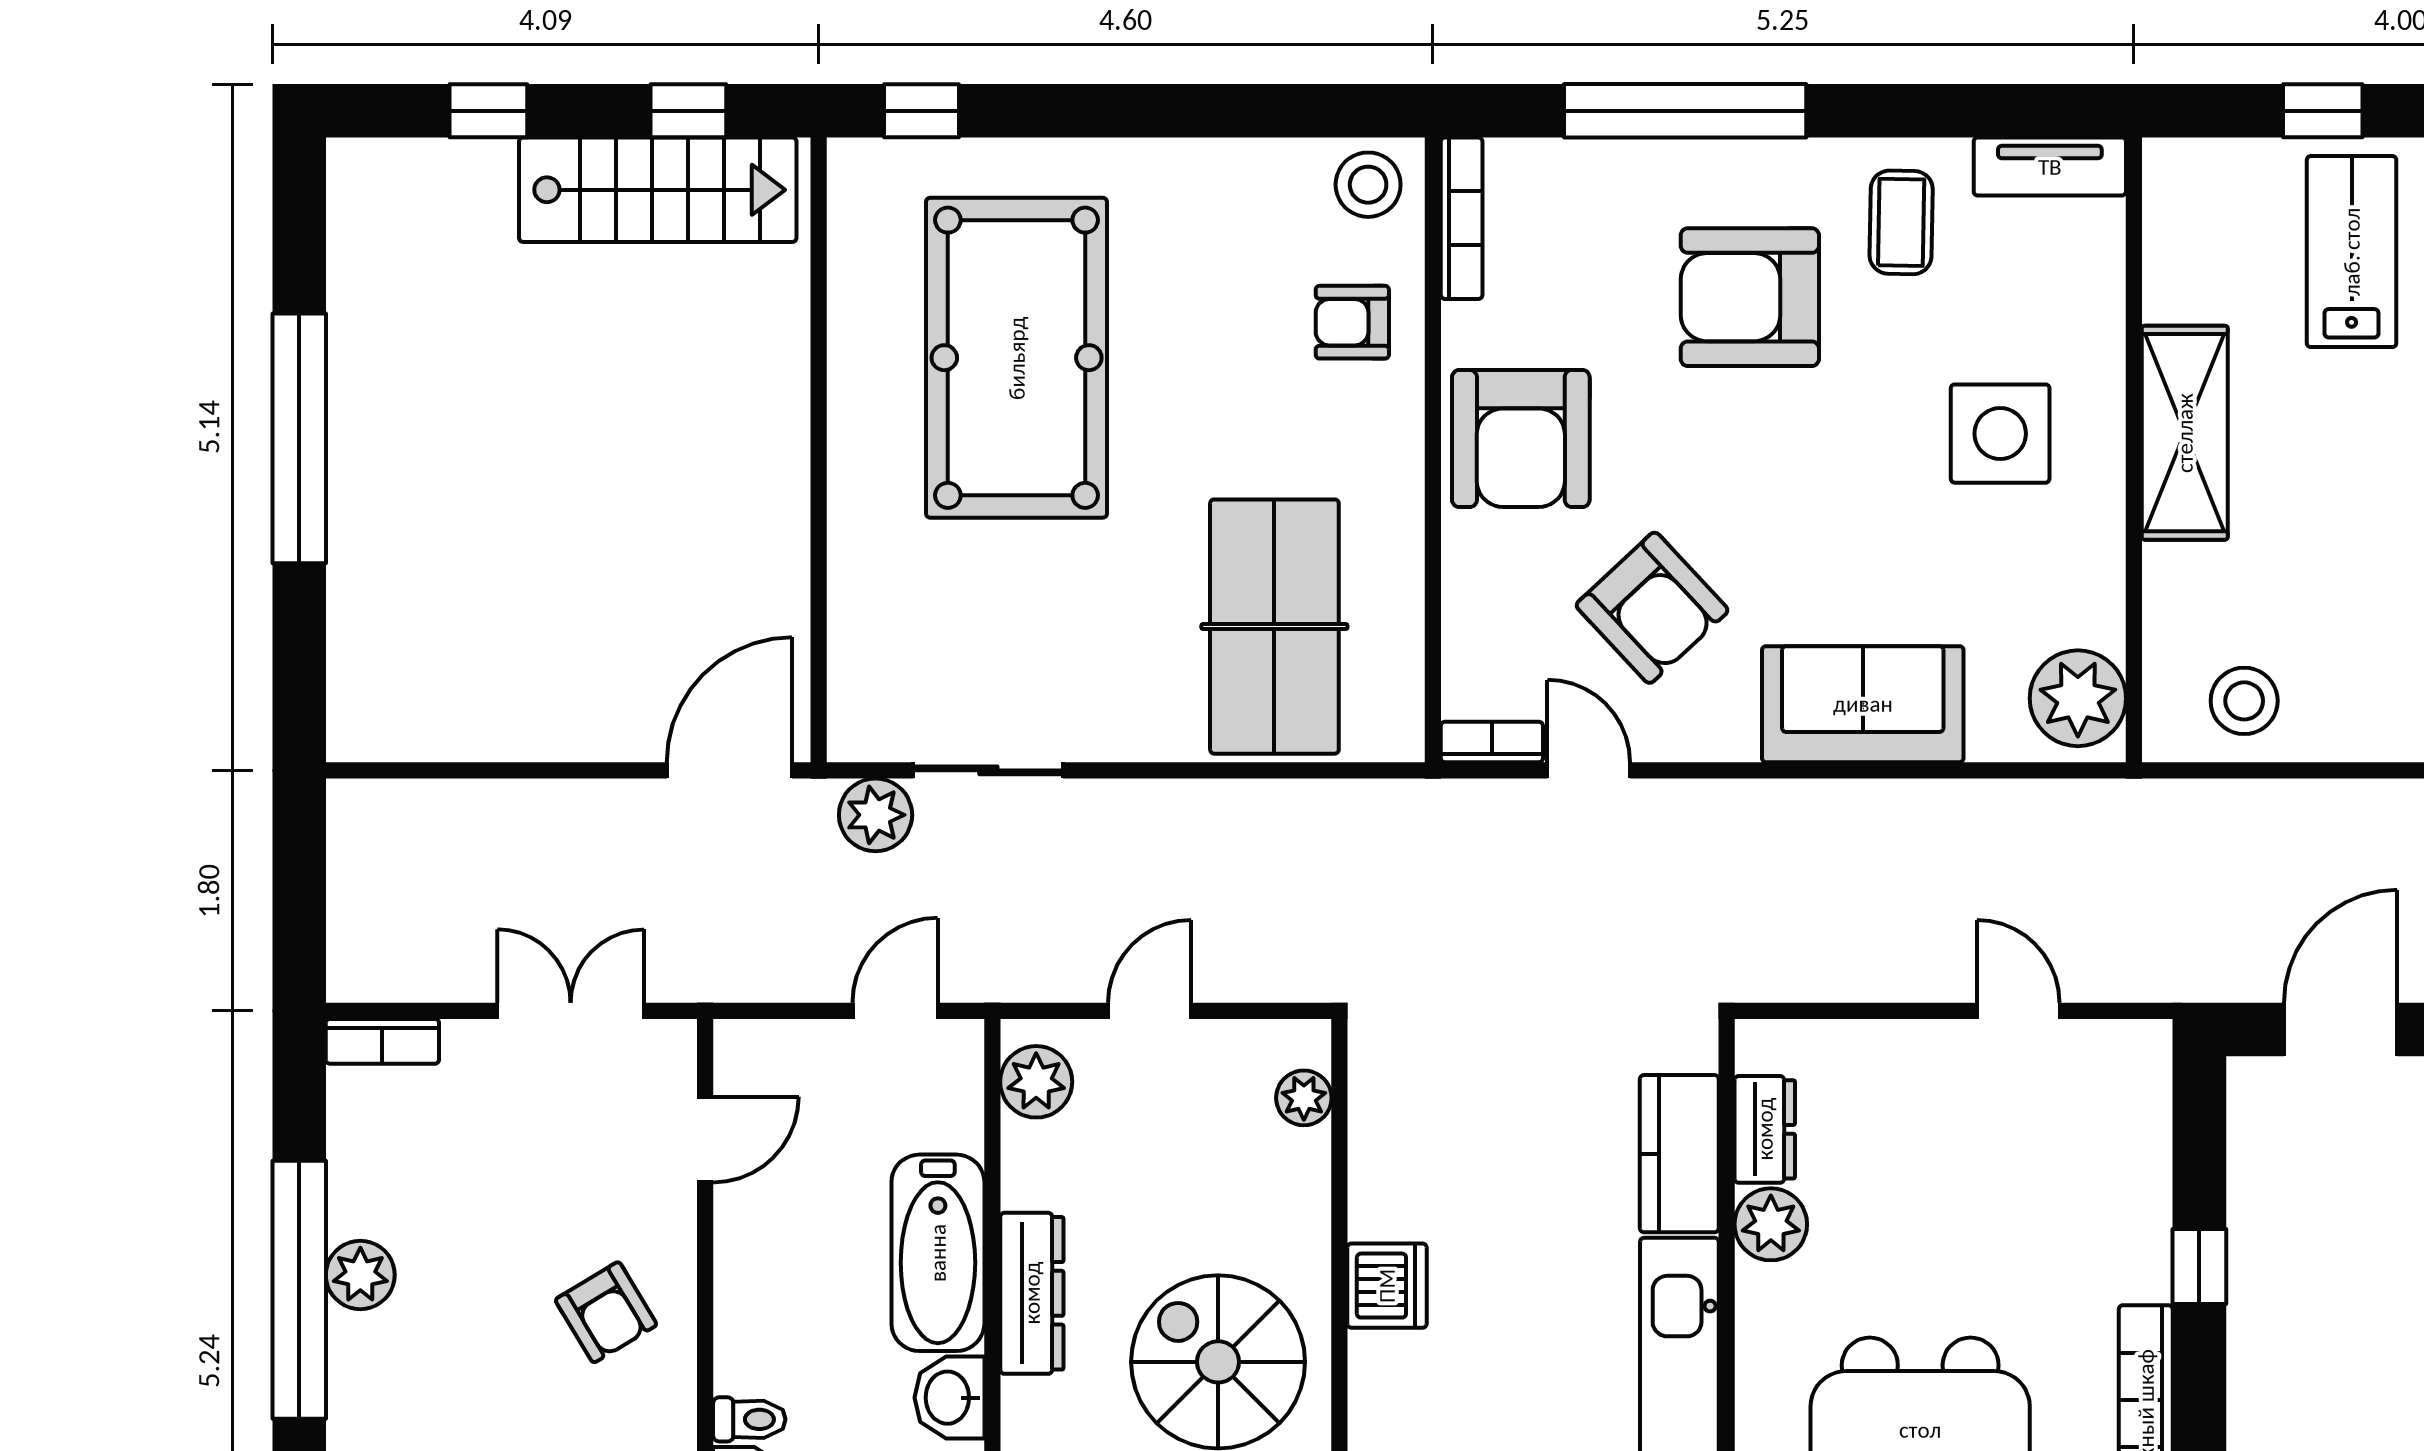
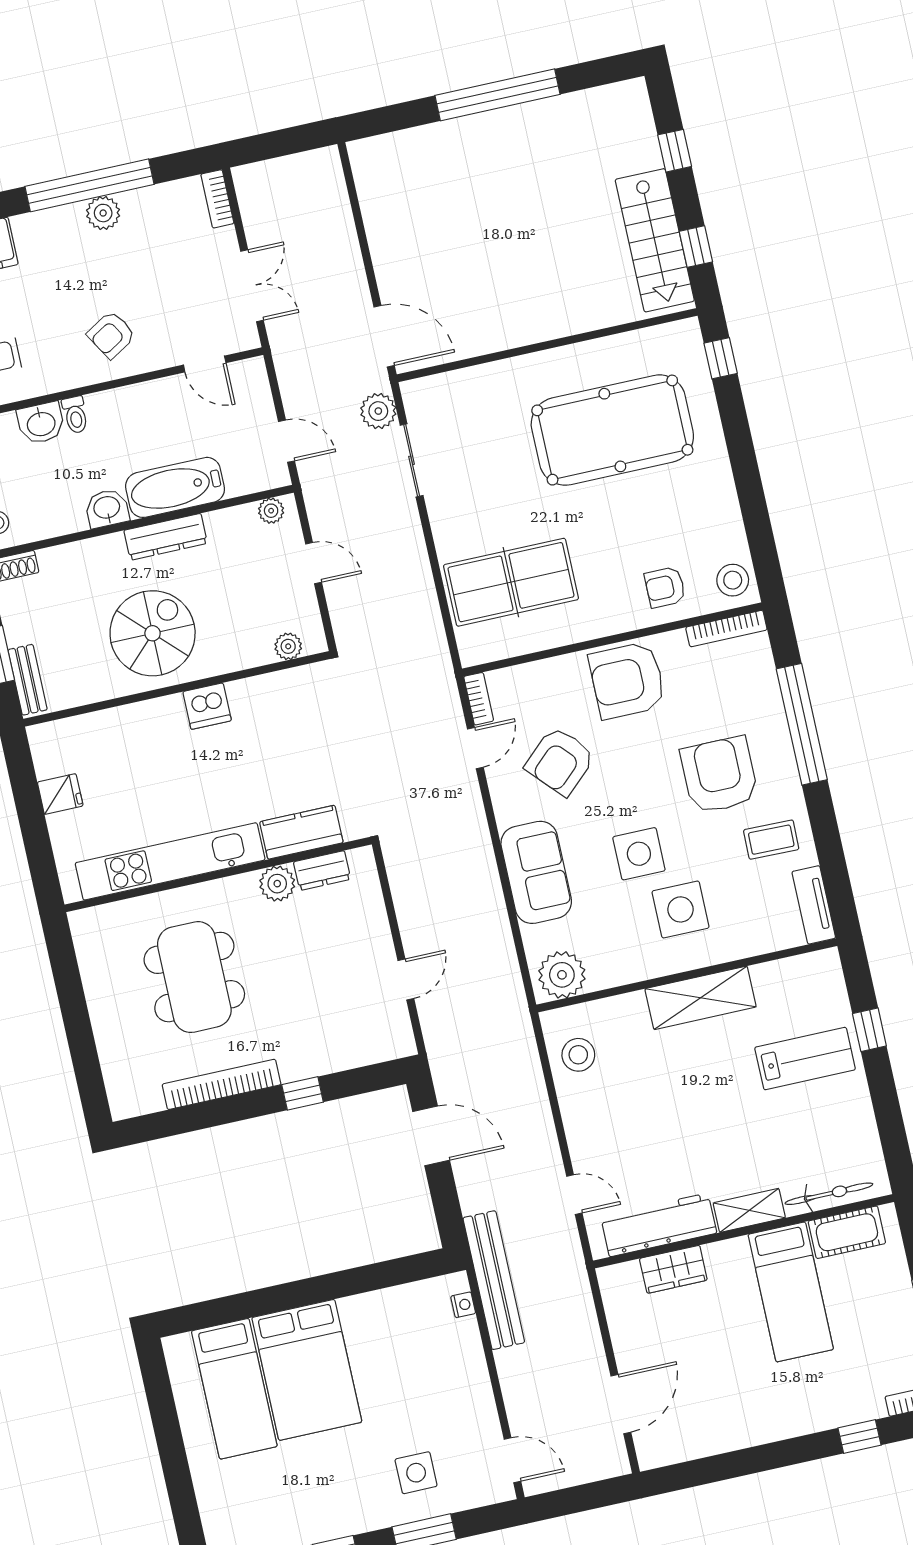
armchair: (1352, 322) -> (665, 587), turned -90
side table: (1871, 492) -> (639, 854), added
plant: (1036, 1082) -> (271, 511), width x0.73, depth x0.73

